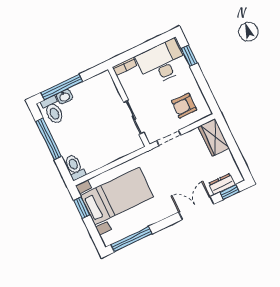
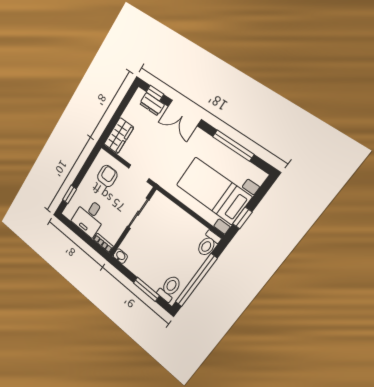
desk: (162, 62) -> (89, 217), width x0.73
window: (62, 87) -> (146, 289), width x0.69
washbasin: (64, 97) -> (120, 256), moved
armchair: (184, 106) -> (107, 176), turned -90
window: (49, 139) -> (196, 280), width x1.46
window: (131, 239) -> (233, 145), moved

